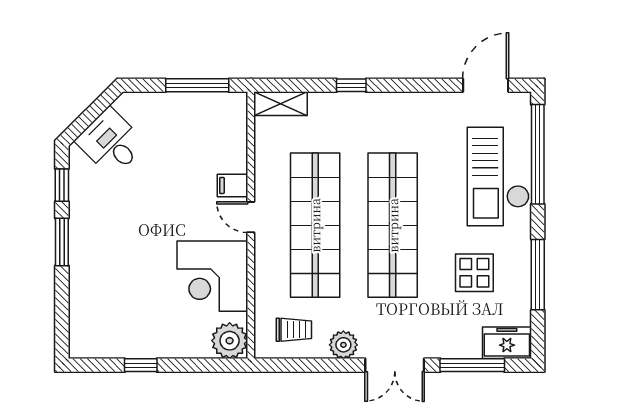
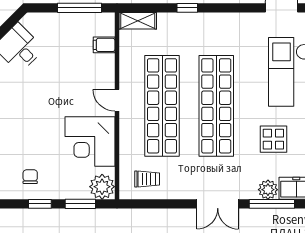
filing cabinet: (233, 185) -> (104, 45), moved
chair: (127, 326) -> (30, 177), added
plant: (343, 345) -> (268, 190), moved
window: (199, 365) -> (80, 204), added

